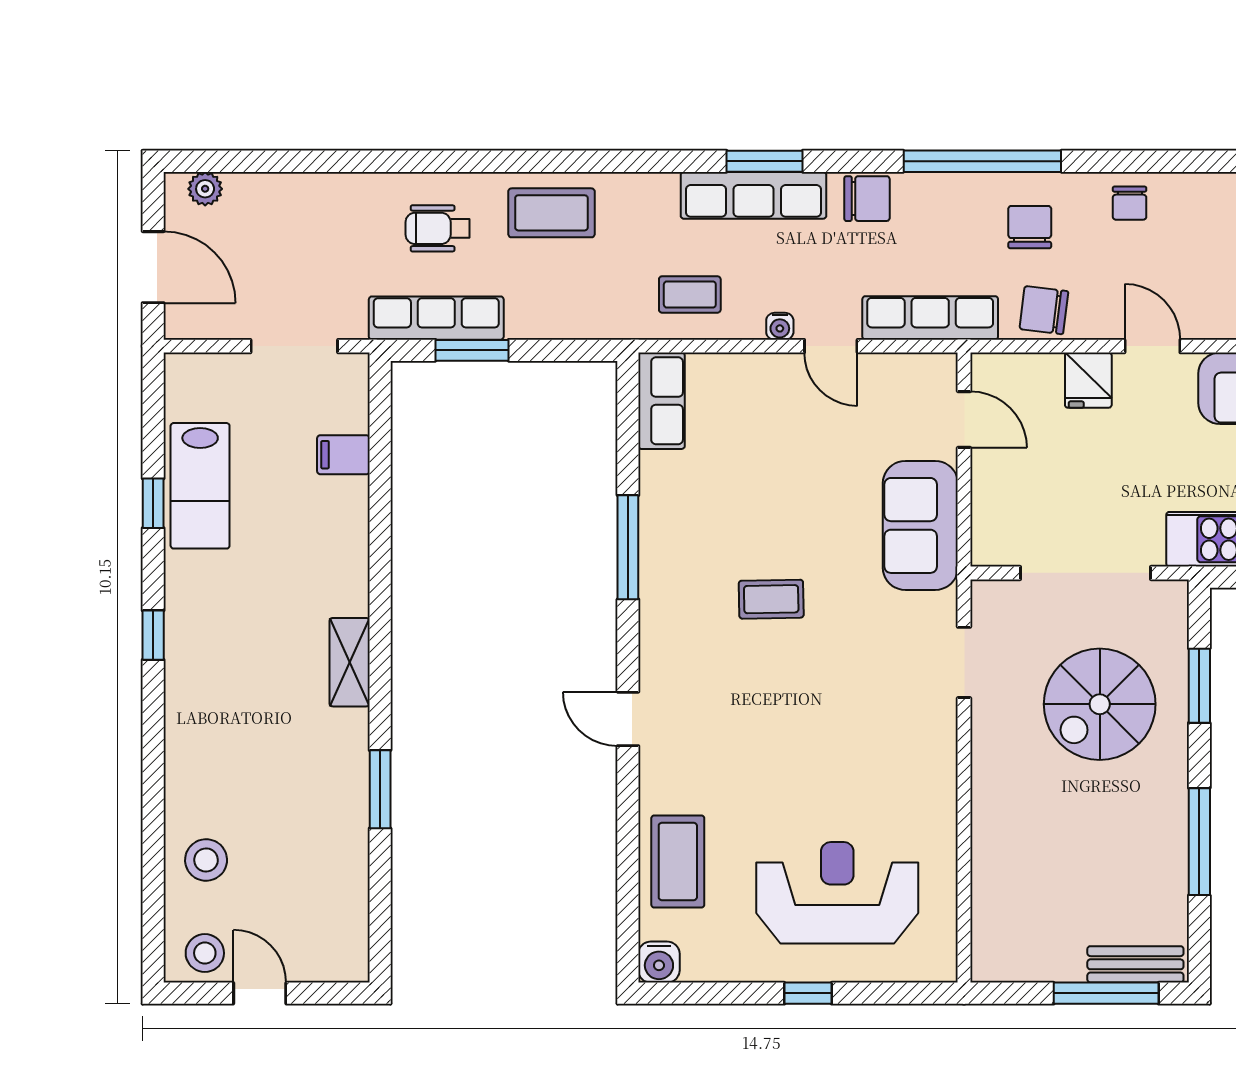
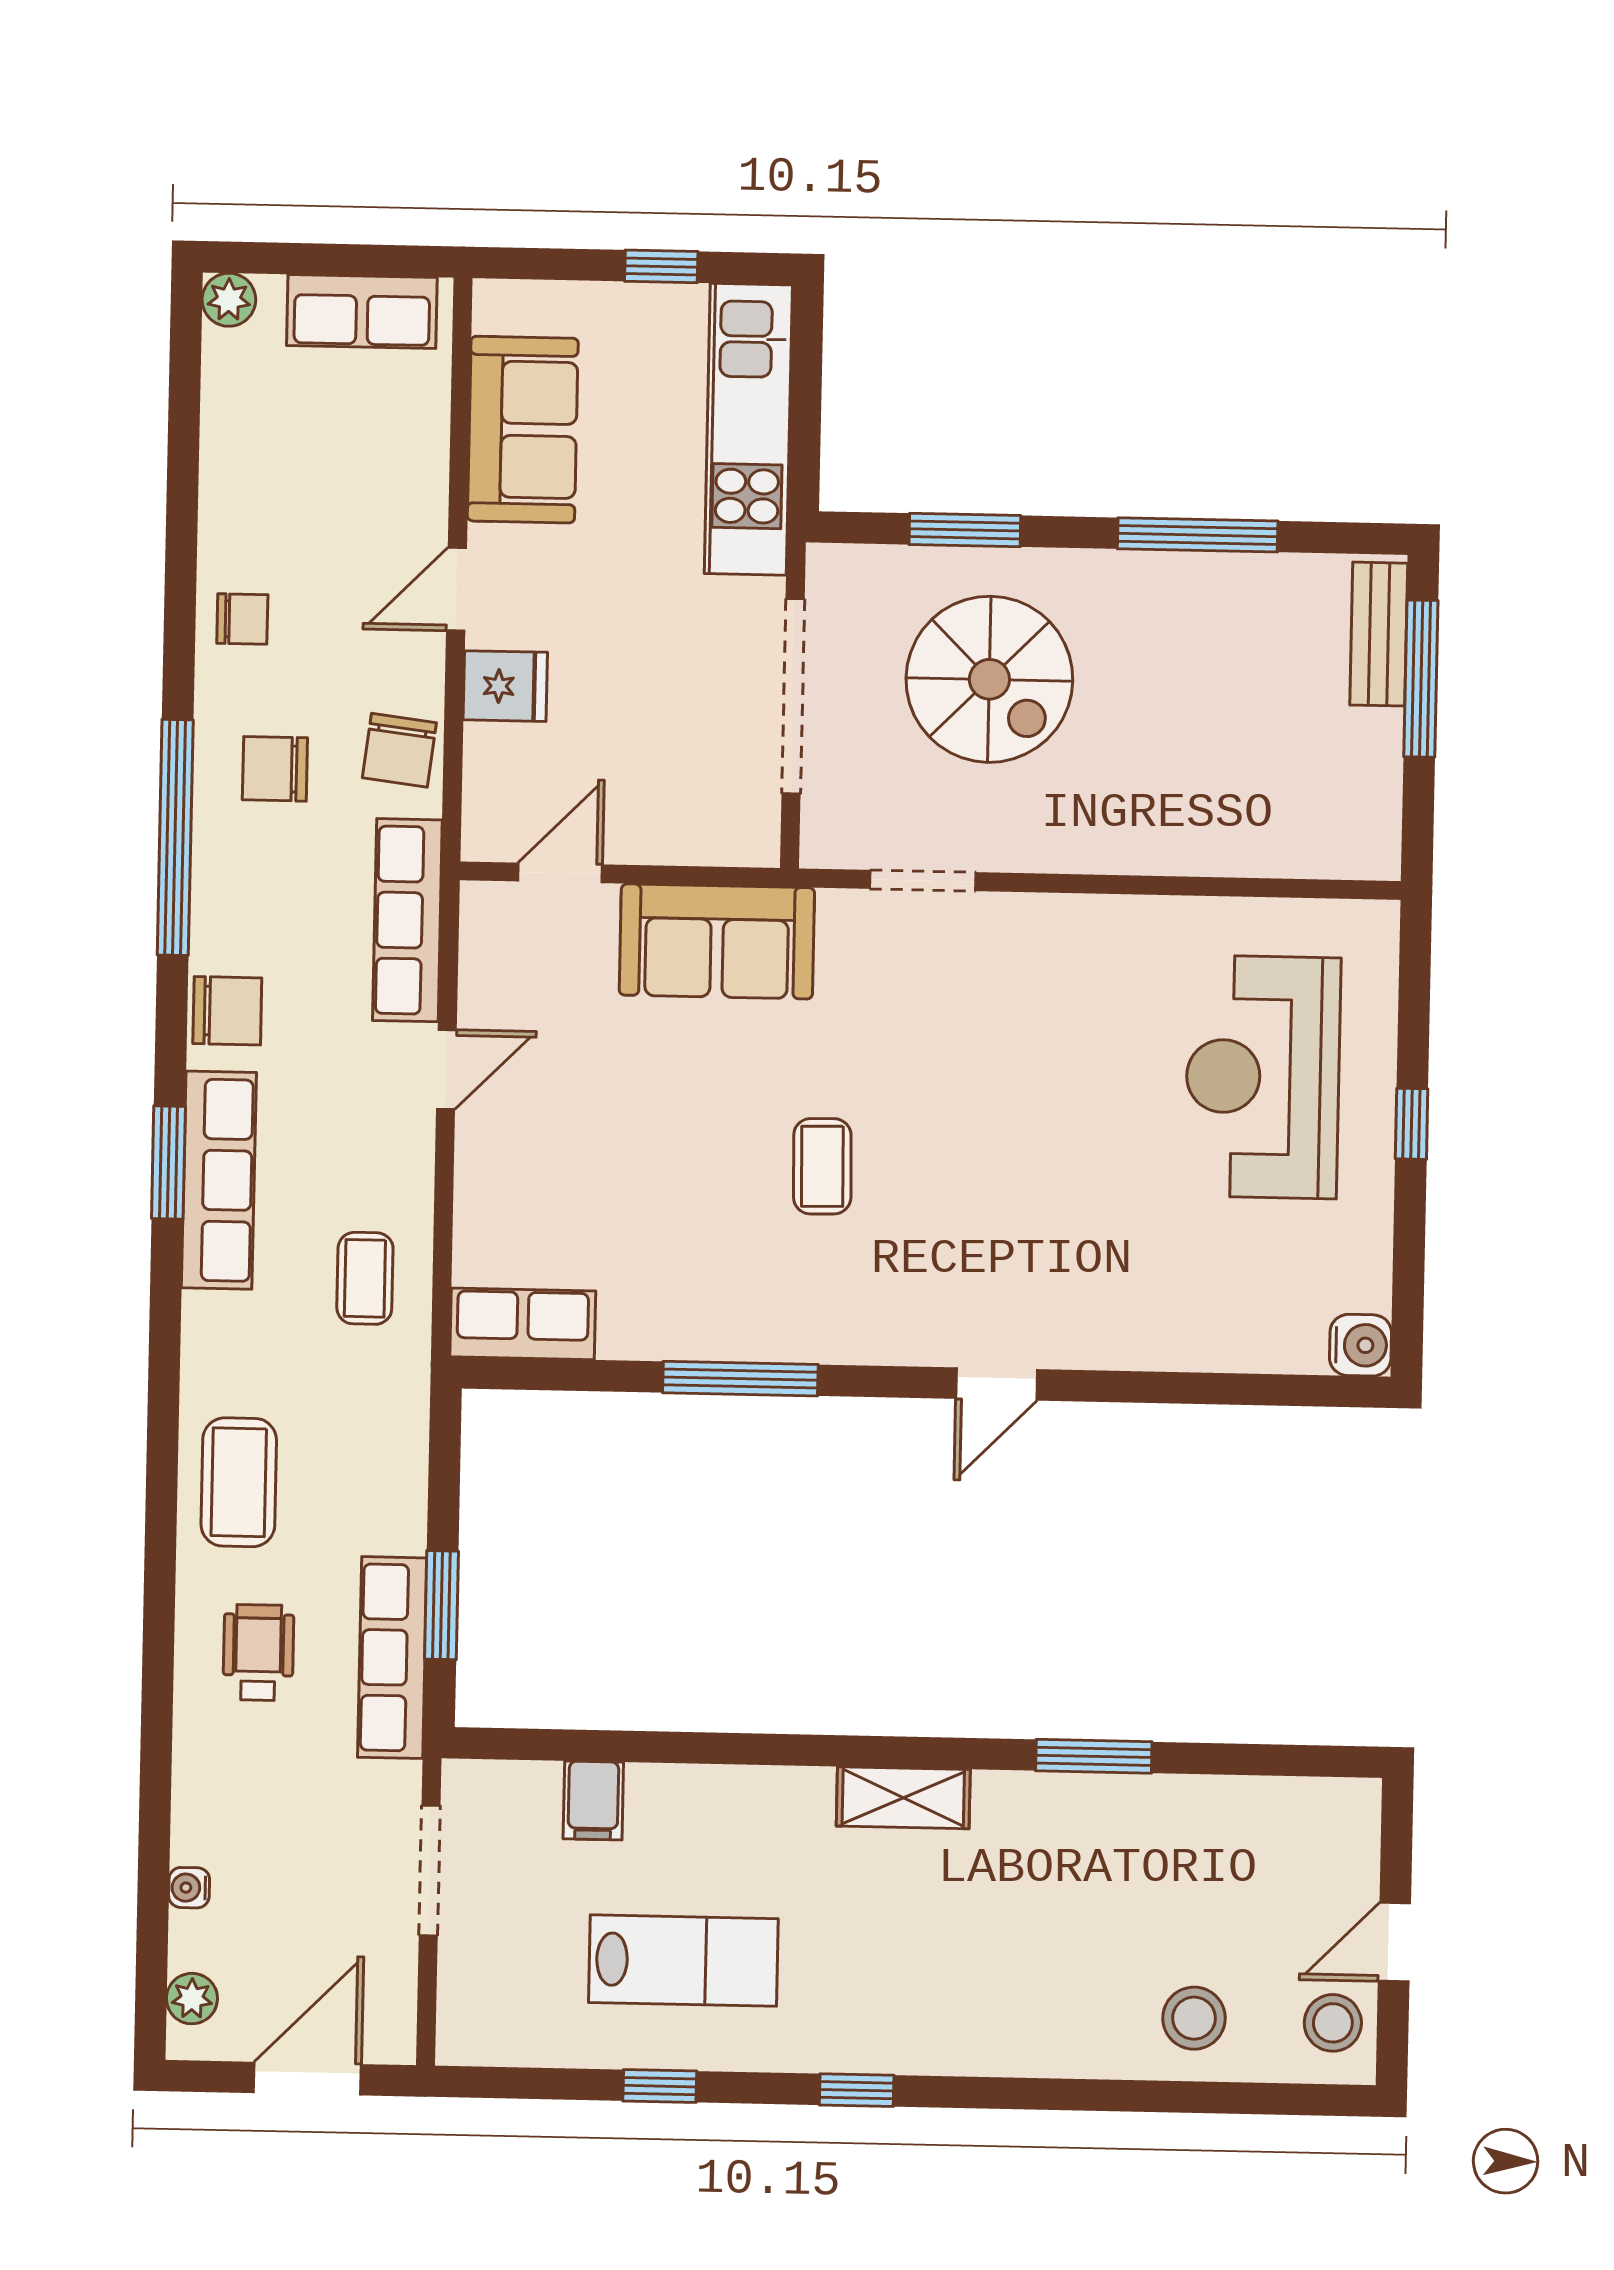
chair: (867, 199) -> (227, 1011), turned 90
wheelchair: (438, 228) -> (258, 1653), turned 180
water cooler: (780, 326) -> (189, 1888), moved, turned 180
lab bench: (200, 486) -> (683, 1961), moved
coffee table: (678, 861) -> (1211, 1314), removed

